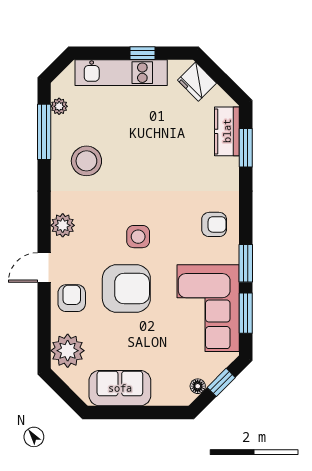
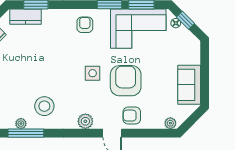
plant: (59, 106) -> (21, 124), moved
plant: (68, 351) -> (170, 123), width x0.53, depth x0.53
floor lamp: (198, 386) -> (176, 23), moved

